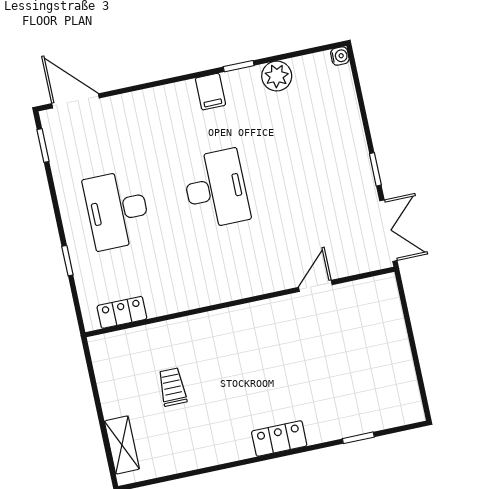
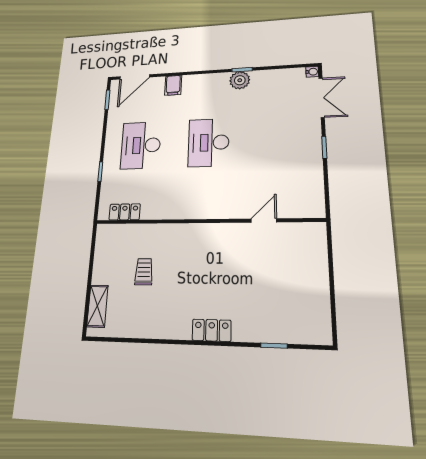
plant: (277, 76) -> (240, 80), moved
filing cabinet: (210, 92) -> (173, 85), moved
door: (76, 101) -> (135, 77), swing flipped
desk: (216, 189) -> (209, 143), turned 180
double door: (388, 231) -> (322, 98), moved

